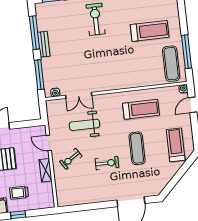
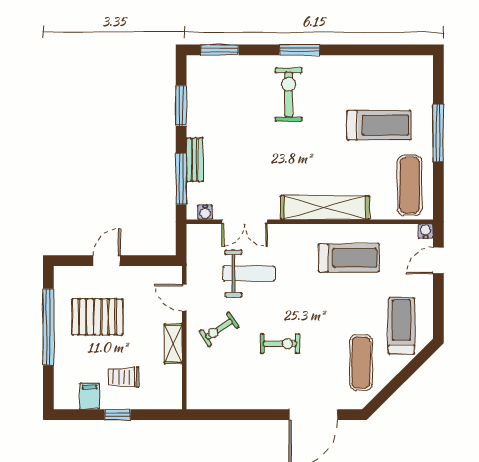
window: (34, 33) -> (181, 106), width x0.69
bench: (44, 44) -> (195, 160), moved
window: (186, 52) -> (438, 133), moved
shelving: (124, 82) -> (325, 208), added
weight bench: (84, 125) -> (249, 273), turned 180
exercise mat: (137, 148) -> (361, 363), moved

